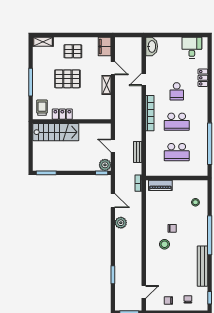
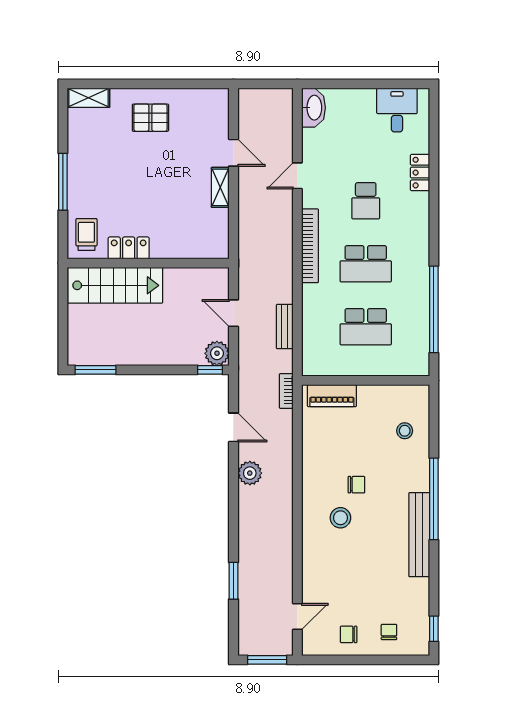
filing cabinet: (105, 47) -> (216, 108), removed
pallet: (67, 79) -> (139, 175), removed
bench: (203, 266) -> (419, 535), moved

